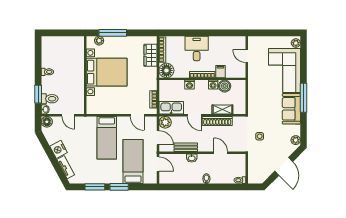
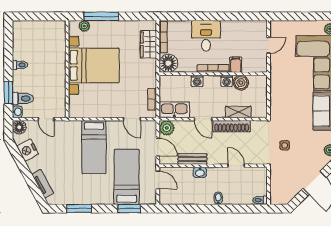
door: (247, 56) -> (269, 45), swing flipped
nightstand: (59, 149) -> (28, 150), moved
window: (119, 187) -> (129, 209), moved

